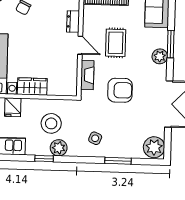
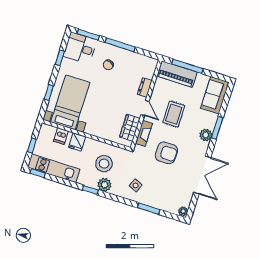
wardrobe: (32, 86) -> (130, 128), moved, turned -90
plant: (154, 147) -> (183, 211), width x0.53, depth x0.53

